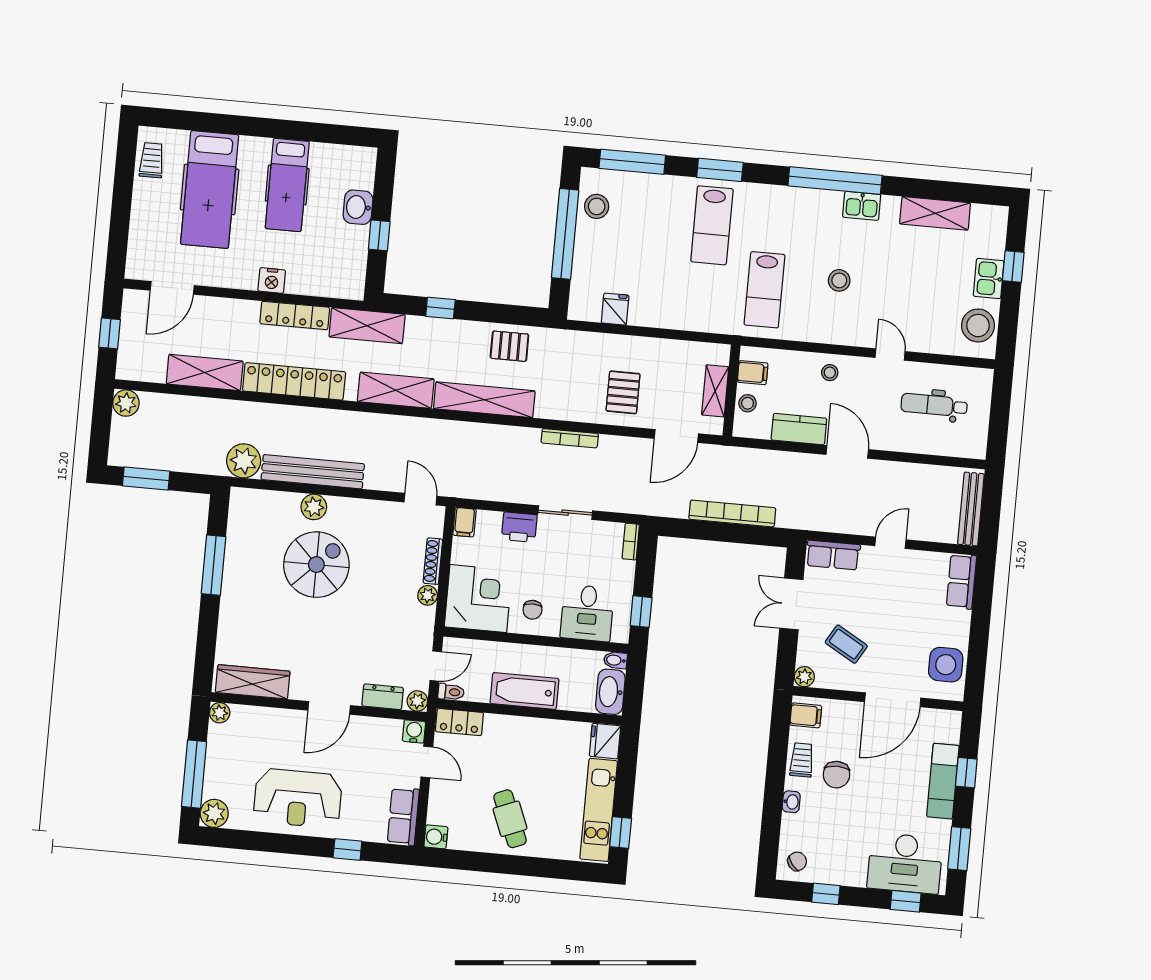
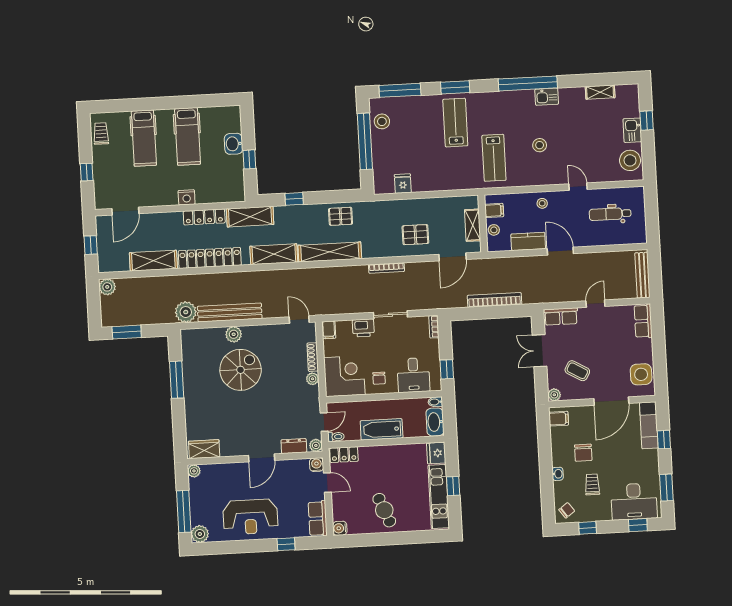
hospital bed: (210, 190) -> (144, 138), width x0.73, depth x0.78
shelving: (935, 213) -> (600, 92), width x0.67, depth x0.75
window: (120, 218) -> (87, 172), added
lab bench: (712, 225) -> (455, 123), turned 180
pallet: (623, 392) -> (415, 235), turned 90
wardrobe: (253, 682) -> (204, 449), width x0.67
trolley: (802, 760) -> (592, 484), moved
exam couch: (943, 781) -> (649, 425), moved
window: (621, 833) -> (453, 486), moved

